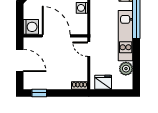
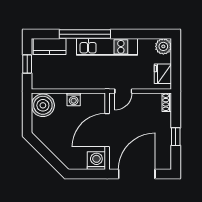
door: (20, 60) -> (137, 174), width x1.36
plant: (126, 69) -> (163, 46), moved
window: (39, 93) -> (176, 137), moved

